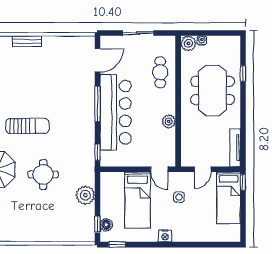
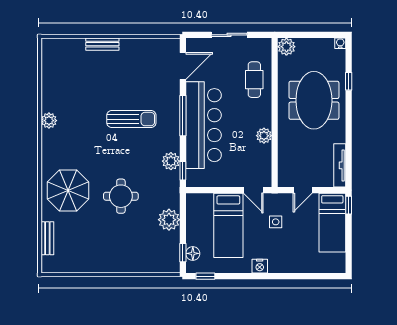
water cooler: (202, 40) -> (340, 43), moved
sun lounger: (27, 126) -> (131, 119), moved
plant: (87, 144) -> (171, 161), added

